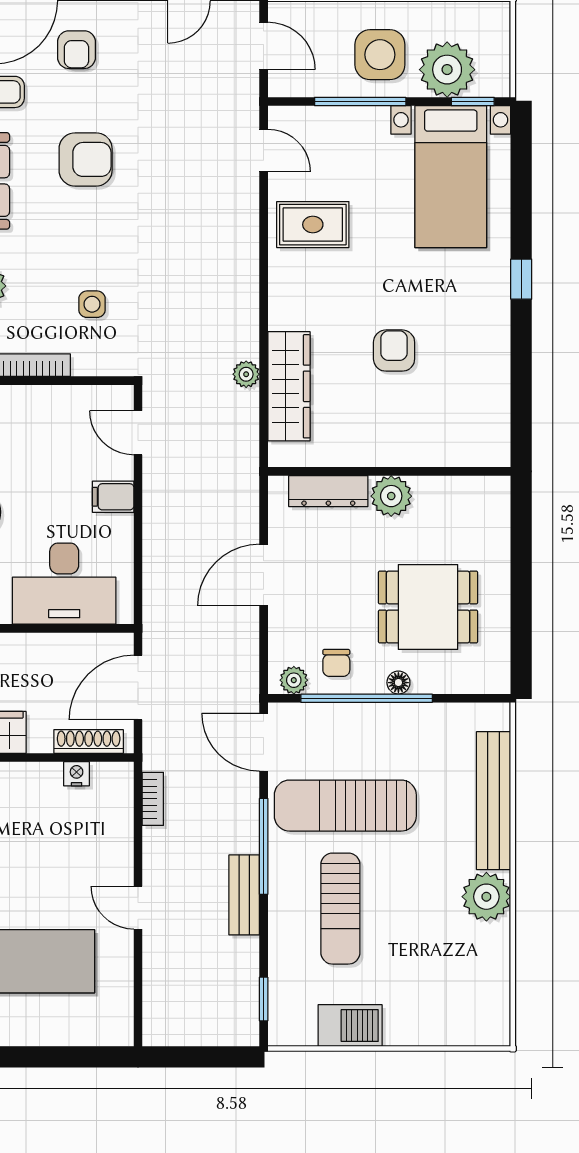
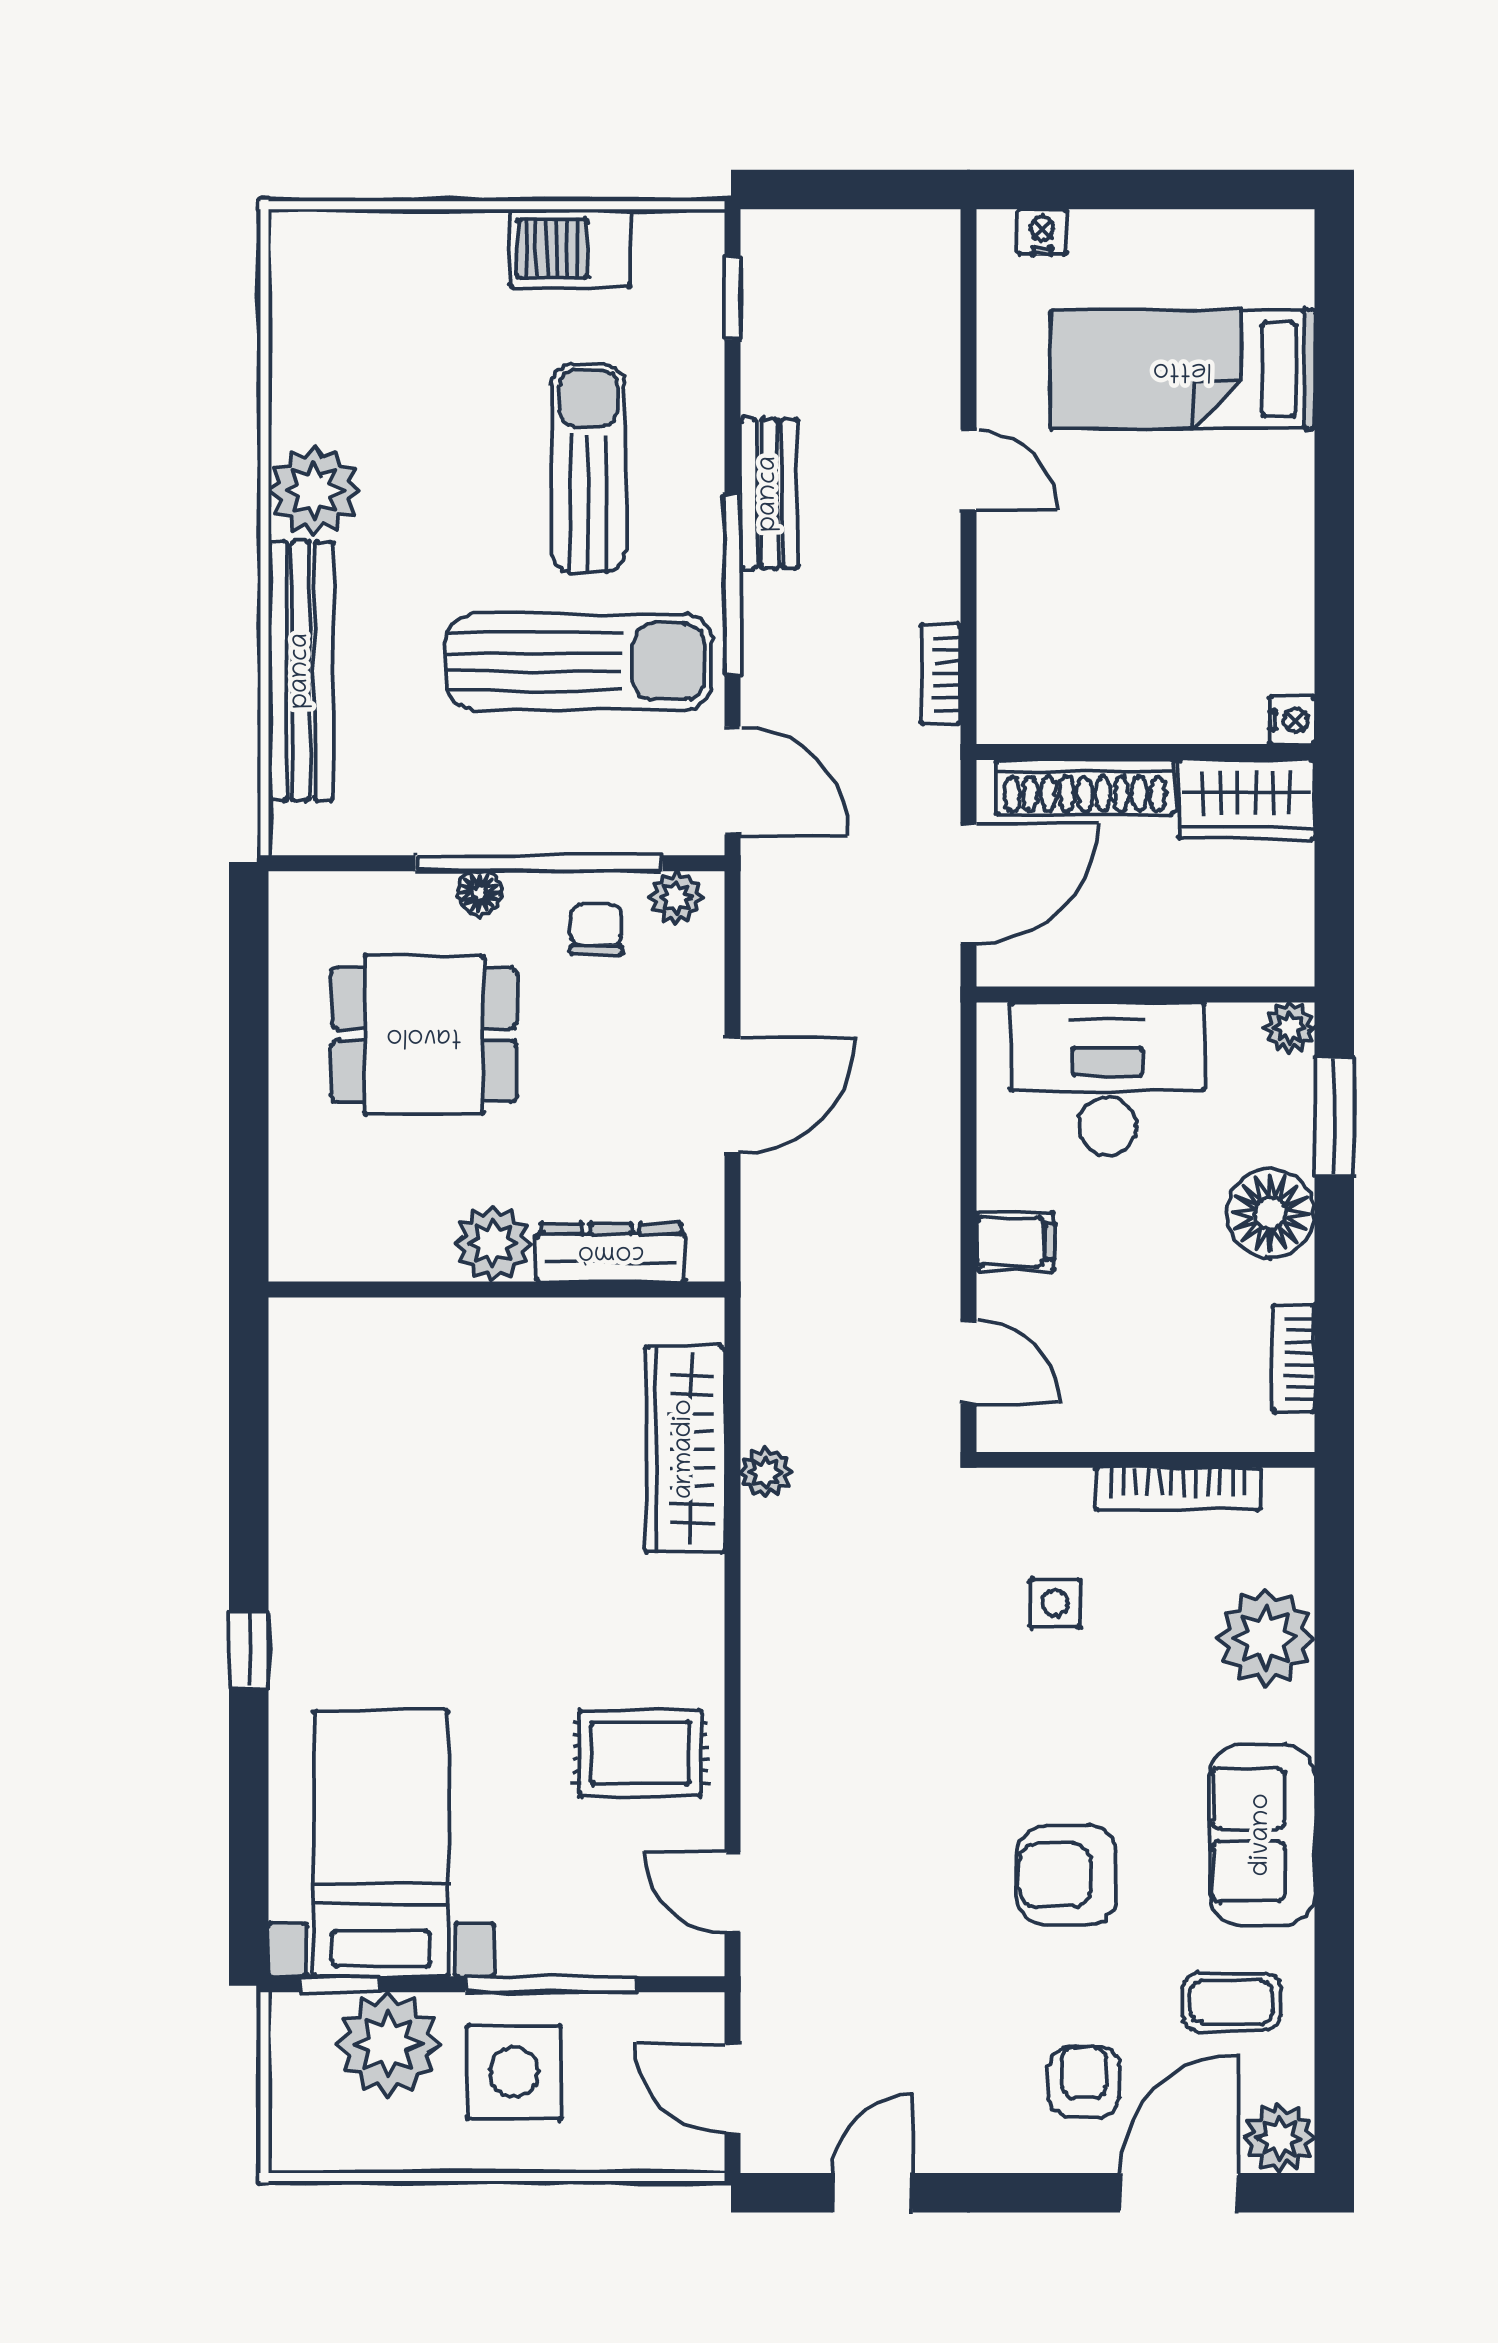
armchair: (394, 351) -> (488, 1516), removed
shoe rack: (89, 742) -> (1085, 787), width x1.36, depth x1.24
nightstand: (77, 774) -> (1042, 232), moved, turned 180

